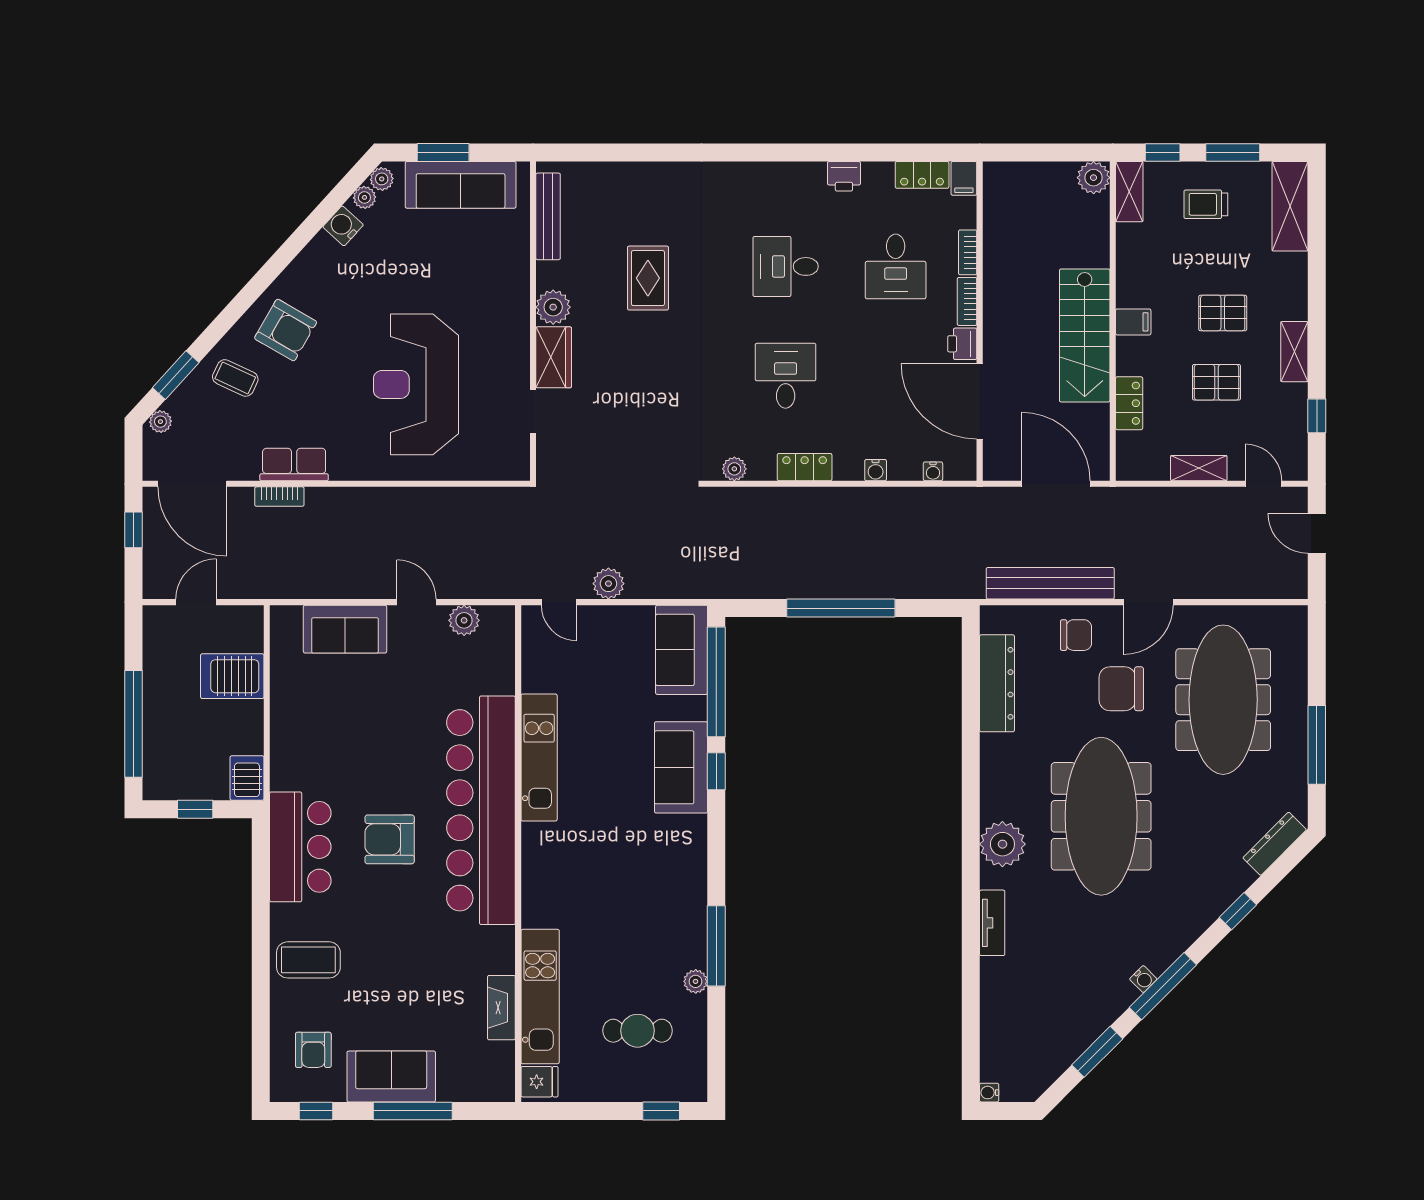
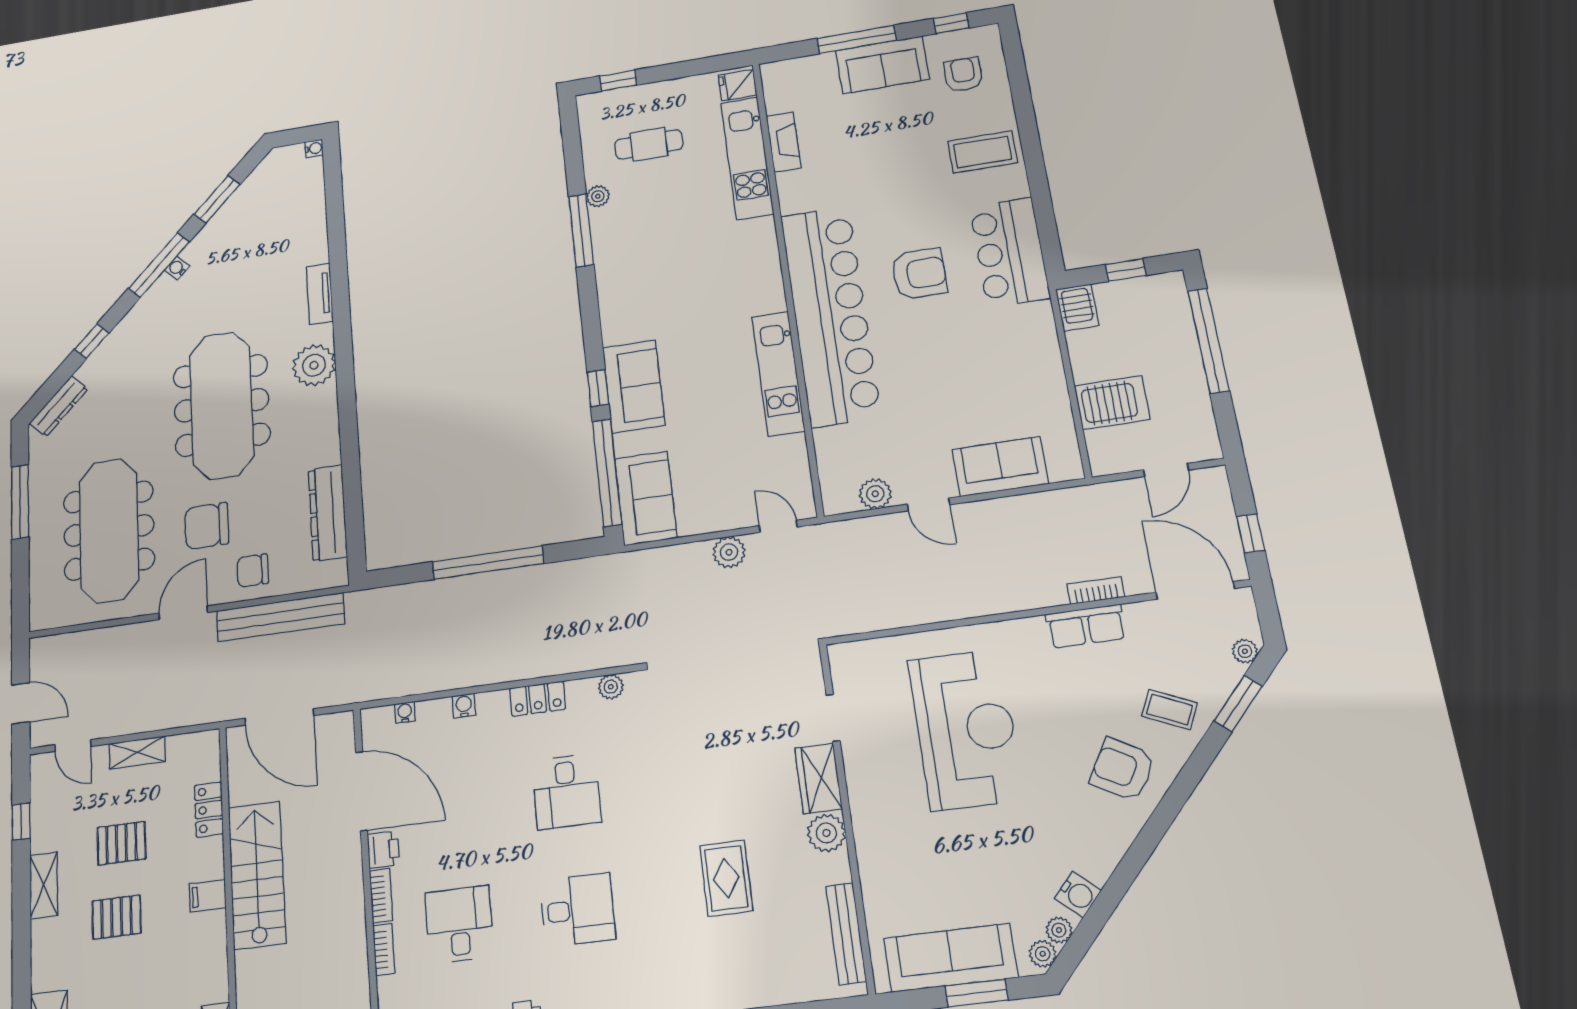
chair: (1121, 689) -> (207, 526), turned 180

